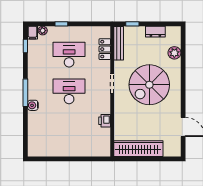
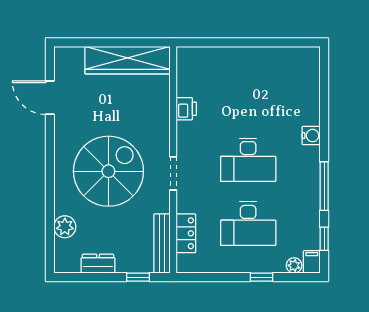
window: (25, 93) -> (324, 186), moved

